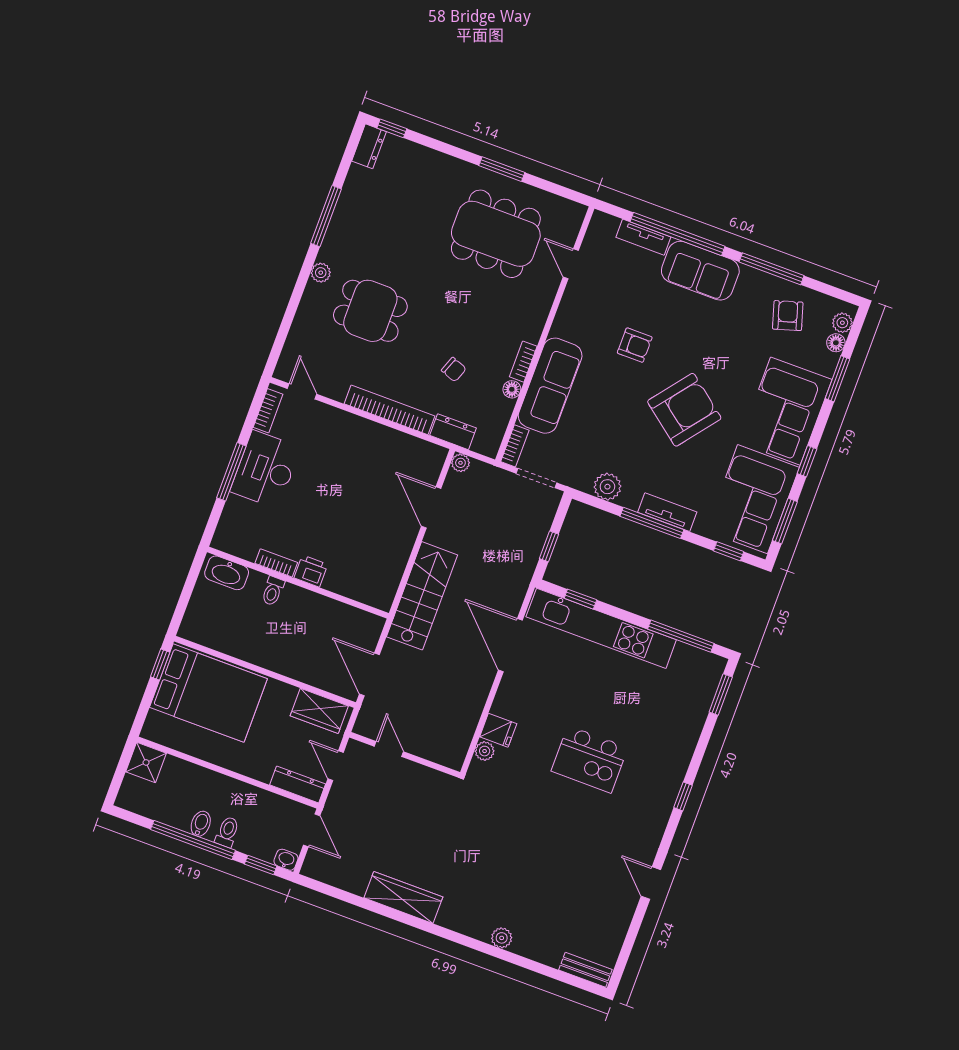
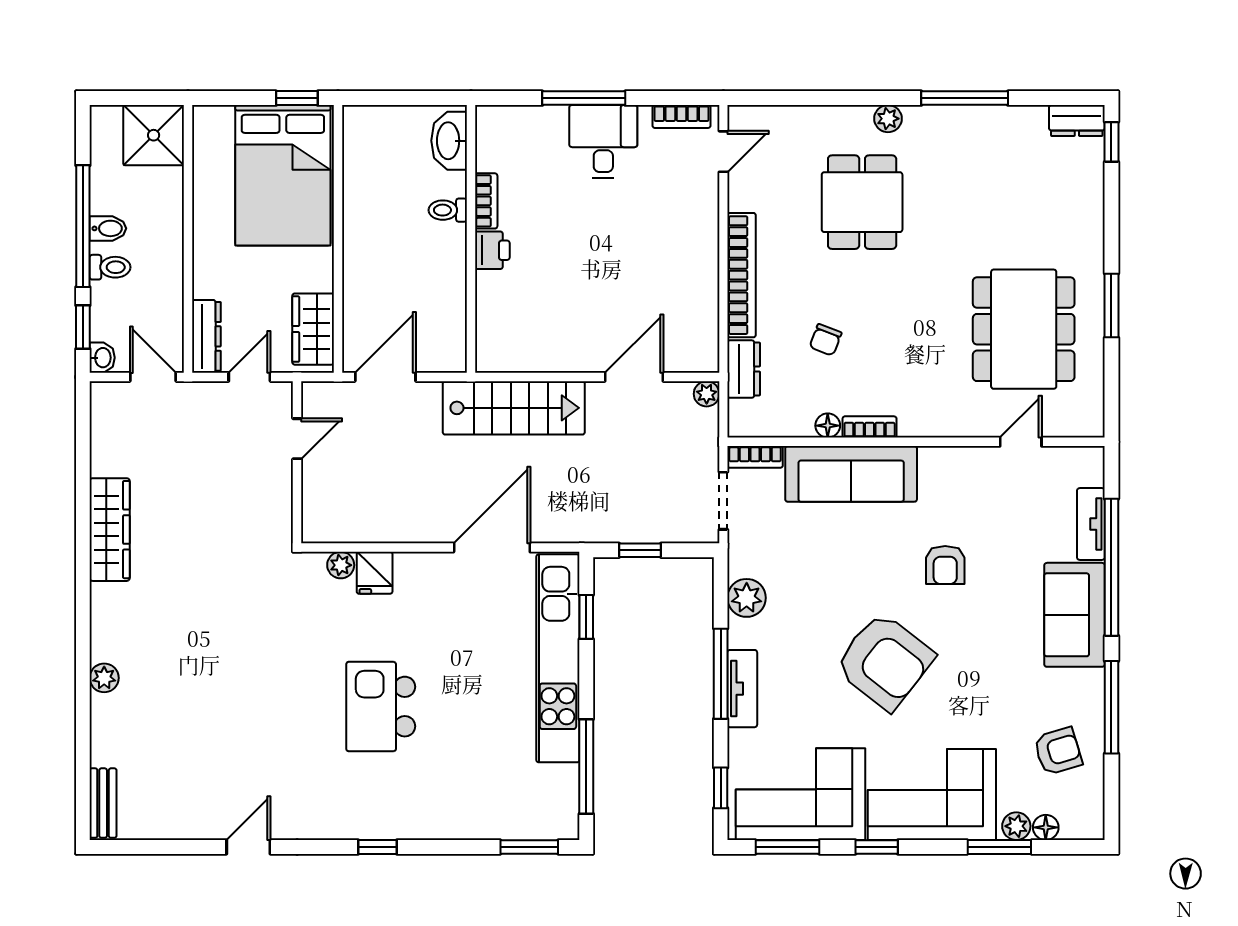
plant: (842, 323) -> (1016, 826), moved
desk: (265, 469) -> (603, 141), width x0.73
shower: (146, 762) -> (154, 135), width x1.36, depth x1.36
door: (312, 830) -> (153, 377), swing flipped

